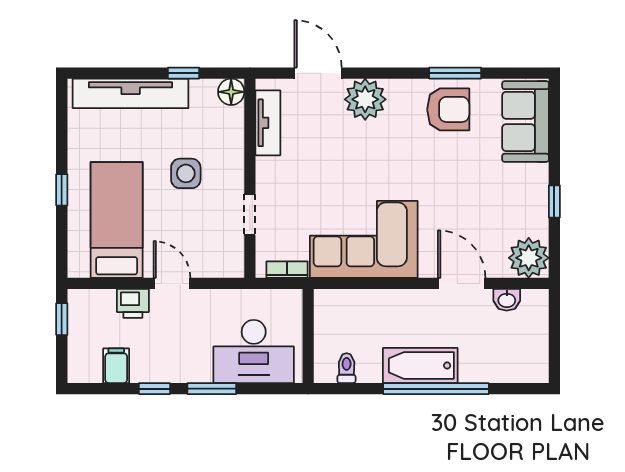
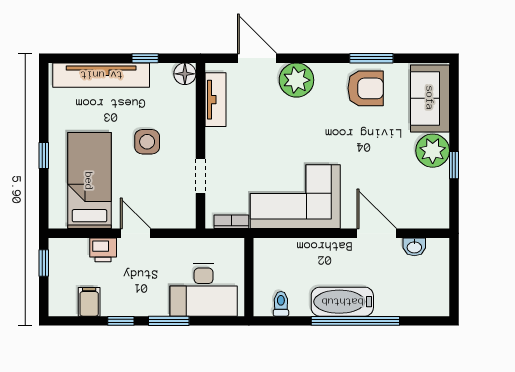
plant: (529, 258) -> (433, 151), moved

